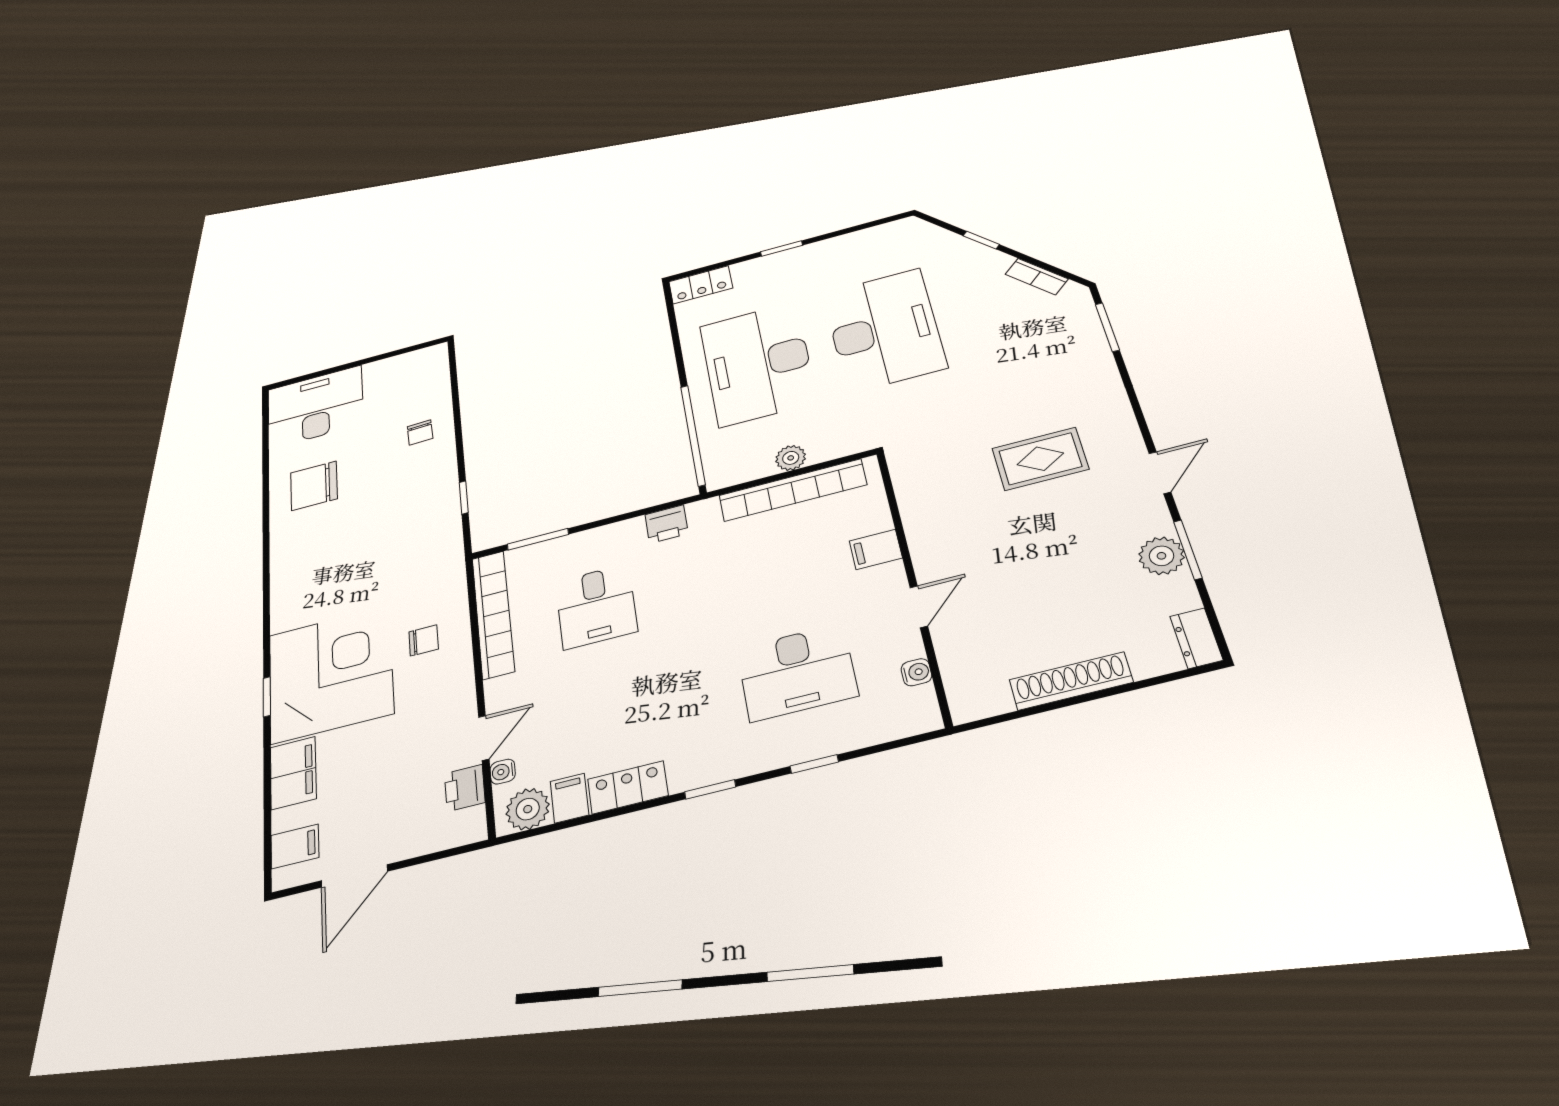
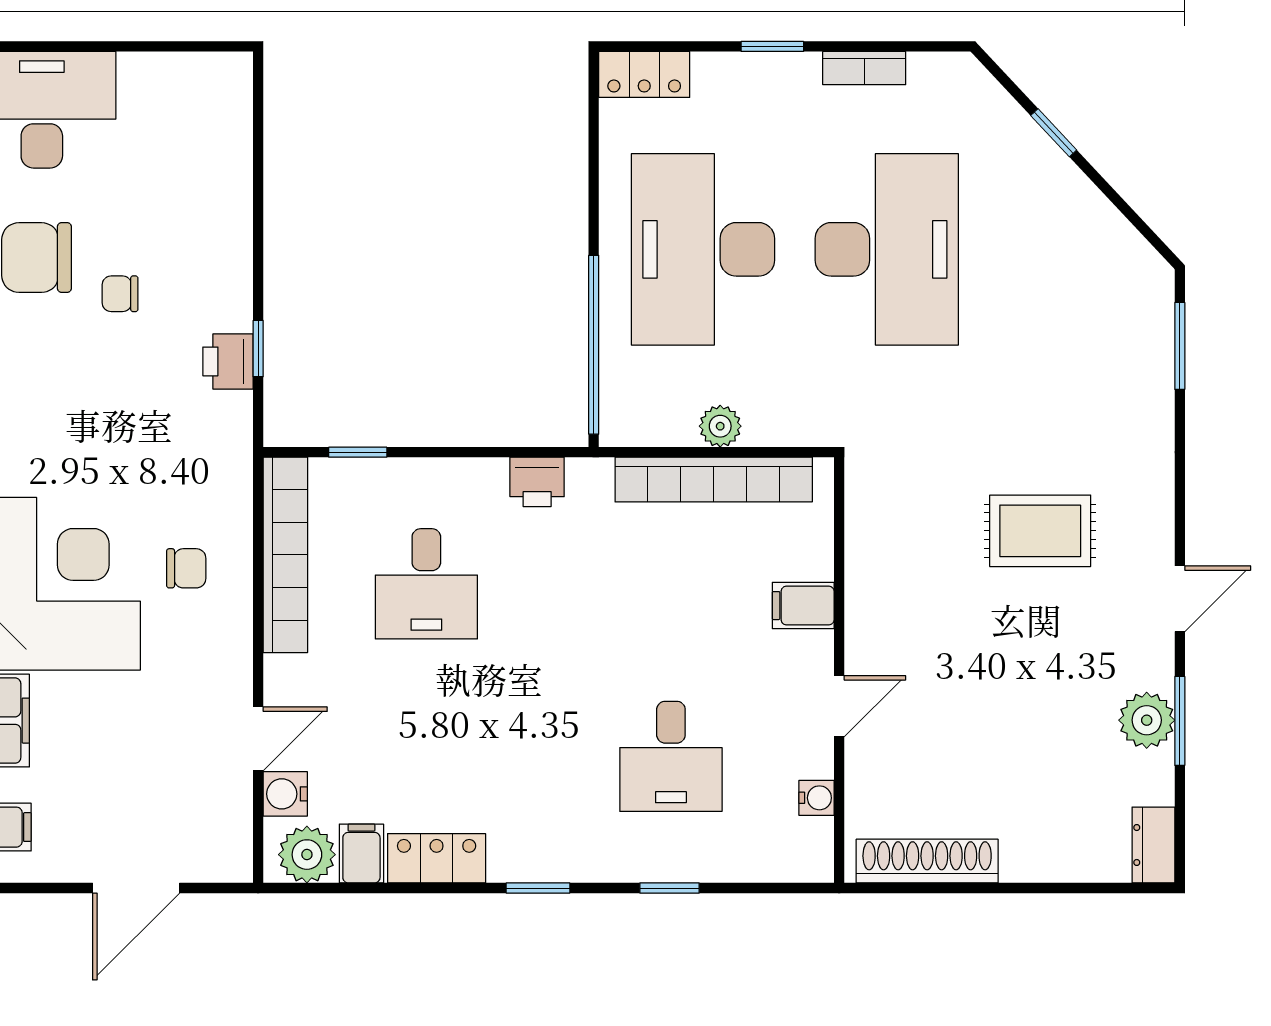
bookcase: (1037, 277) -> (864, 68), moved, turned -47
chair: (420, 432) -> (120, 294), moved, turned 92
window: (538, 539) -> (358, 452), width x0.67
desk: (797, 672) -> (671, 756), width x0.73
shoe rack: (1071, 681) -> (927, 861), moved
water cooler: (503, 772) -> (285, 794), width x1.38, depth x1.38
printer: (465, 788) -> (228, 361), moved
door: (354, 876) -> (136, 888), moved

